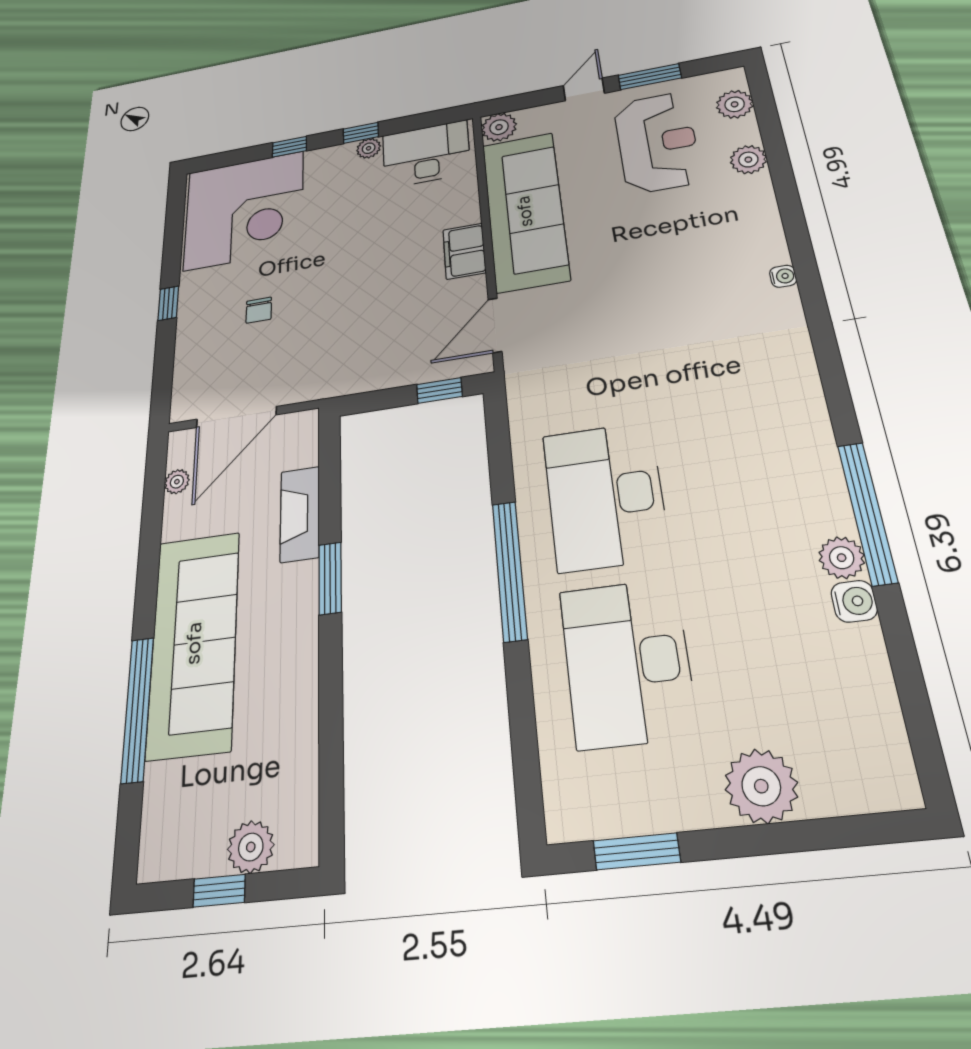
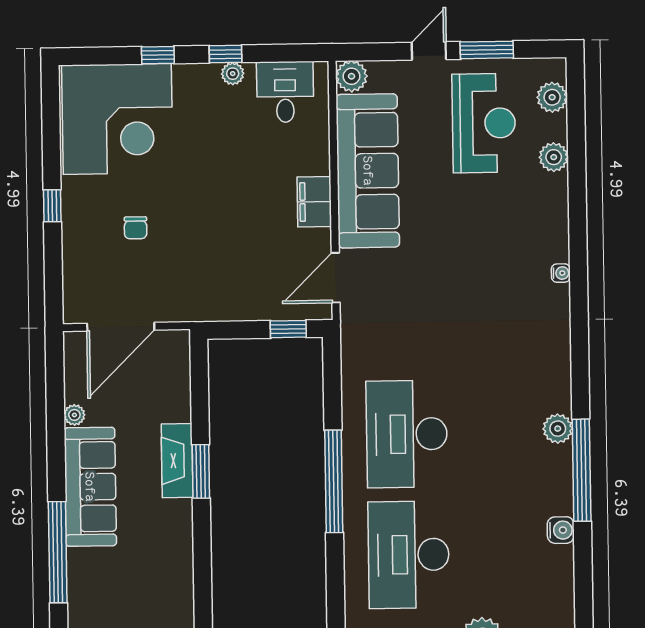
desk: (426, 154) -> (285, 92), width x0.73
plant: (177, 482) -> (74, 415), moved
fireplace: (300, 514) -> (177, 461), moved
plant: (842, 558) -> (558, 429), moved
sofa: (194, 643) -> (90, 487), width x0.74, depth x0.79

